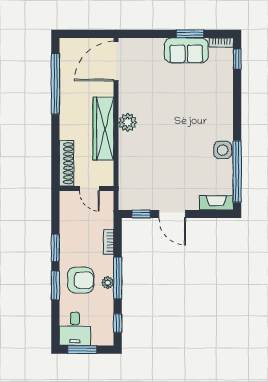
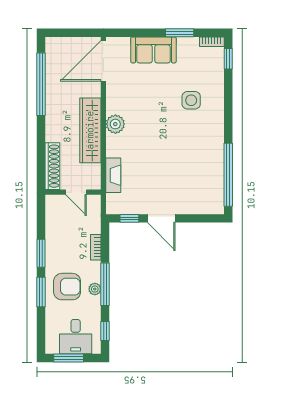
sofa: (186, 50) -> (153, 50), moved
side table: (223, 150) -> (191, 100), moved
fireplace: (216, 203) -> (113, 175), moved, turned 90
desk: (75, 329) -> (76, 337), moved

